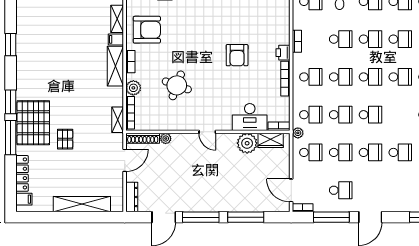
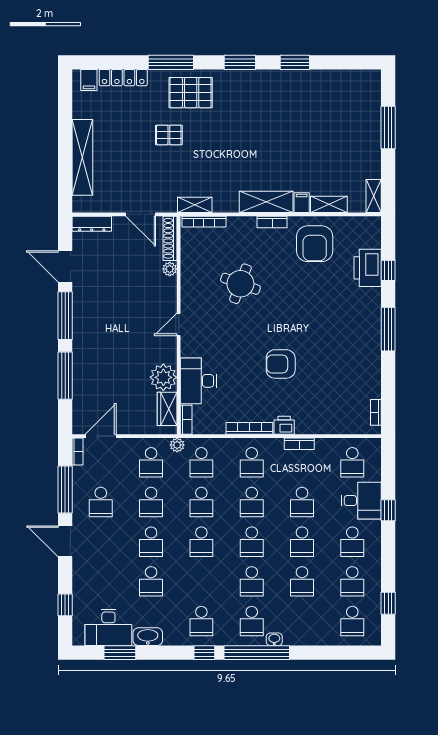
plant: (133, 88) -> (237, 226), removed
window: (11, 102) -> (240, 62), moved
pallet: (33, 123) -> (191, 93), width x0.73, depth x0.71

